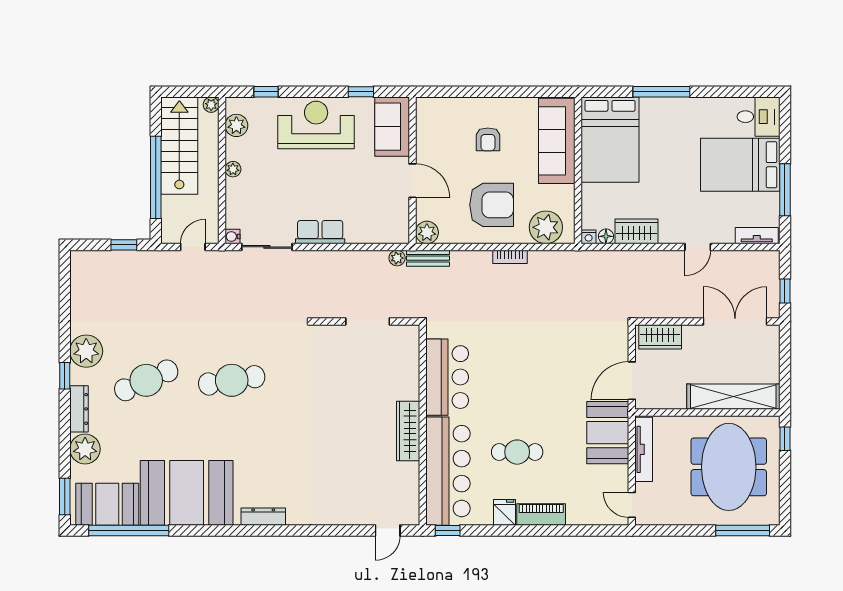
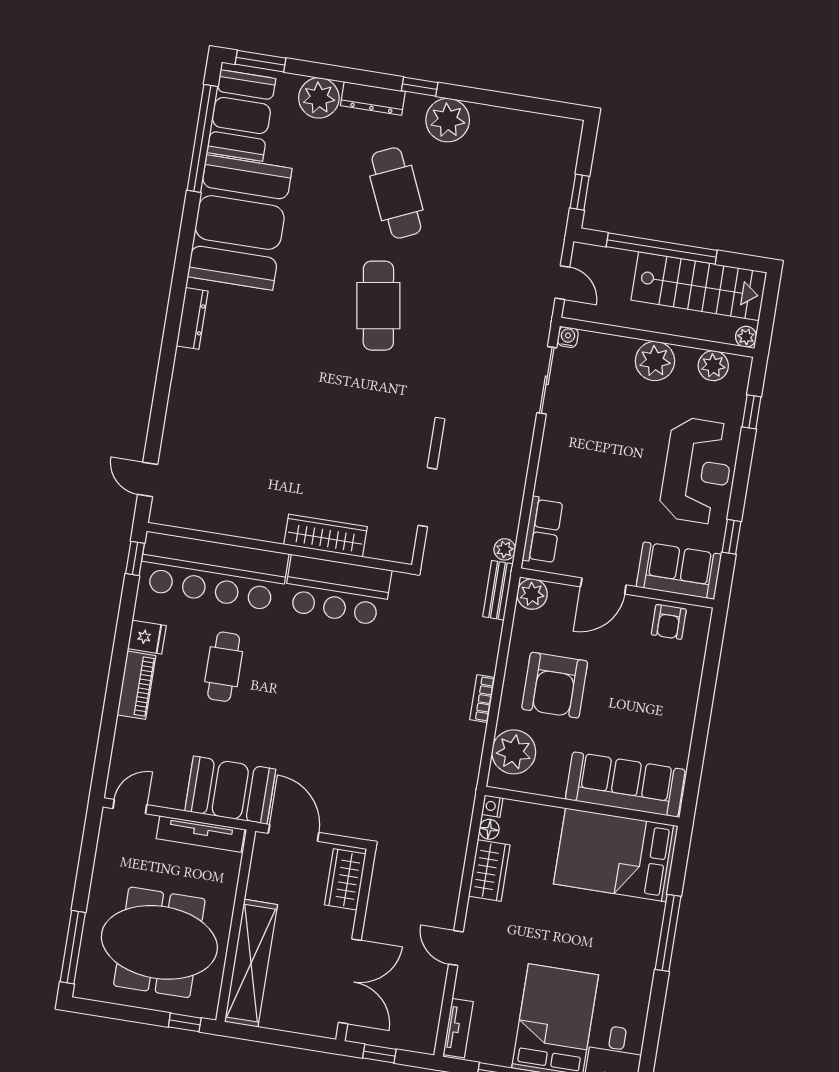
armchair: (488, 139) -> (669, 622), moved, turned -90
plant: (233, 169) -> (655, 361), width x1.88, depth x1.88
row of seats: (320, 232) -> (543, 530), moved
wardrobe: (408, 431) -> (326, 536), moved

